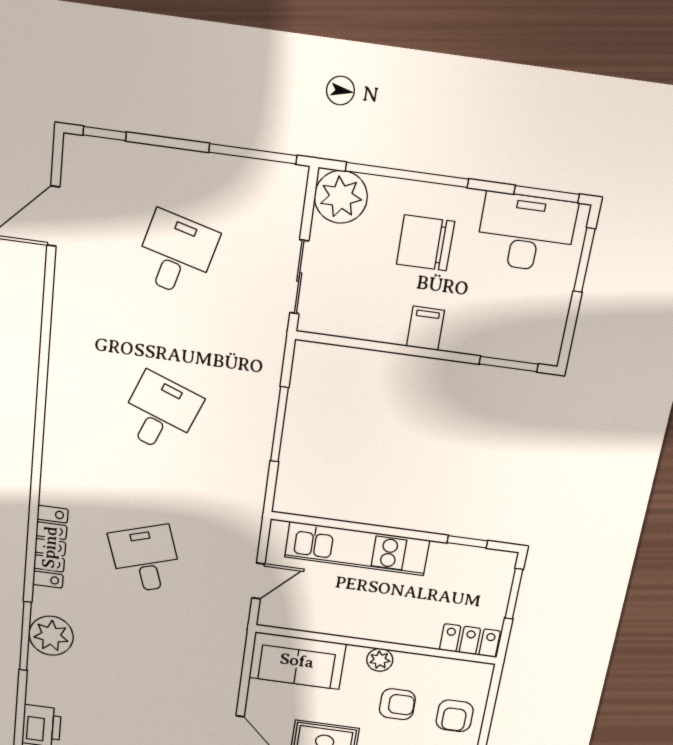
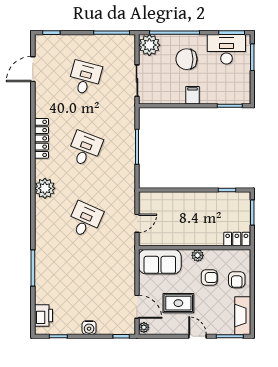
locker: (50, 547) -> (41, 138), moved
kitchen unit: (357, 549) -> (179, 201), removed
desk: (145, 559) -> (85, 220), turned 42
plant: (51, 636) -> (45, 188), moved

